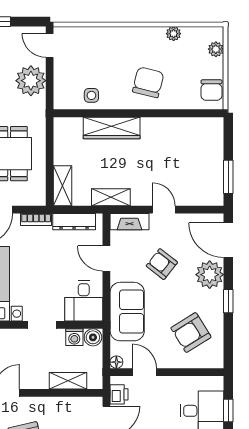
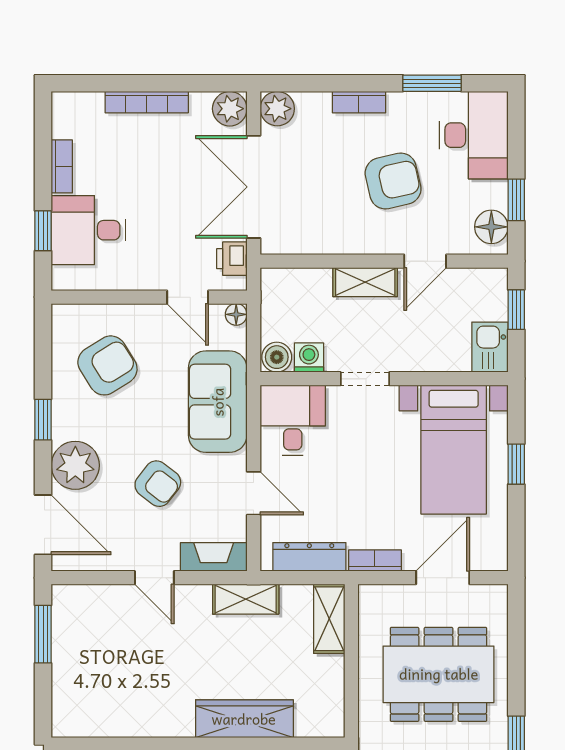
shelving: (68, 381) -> (365, 282), moved

